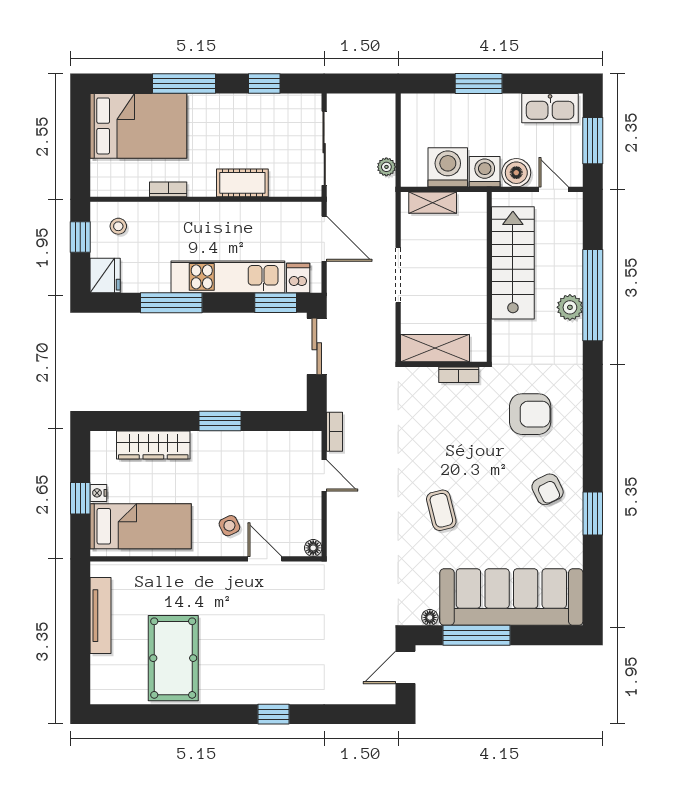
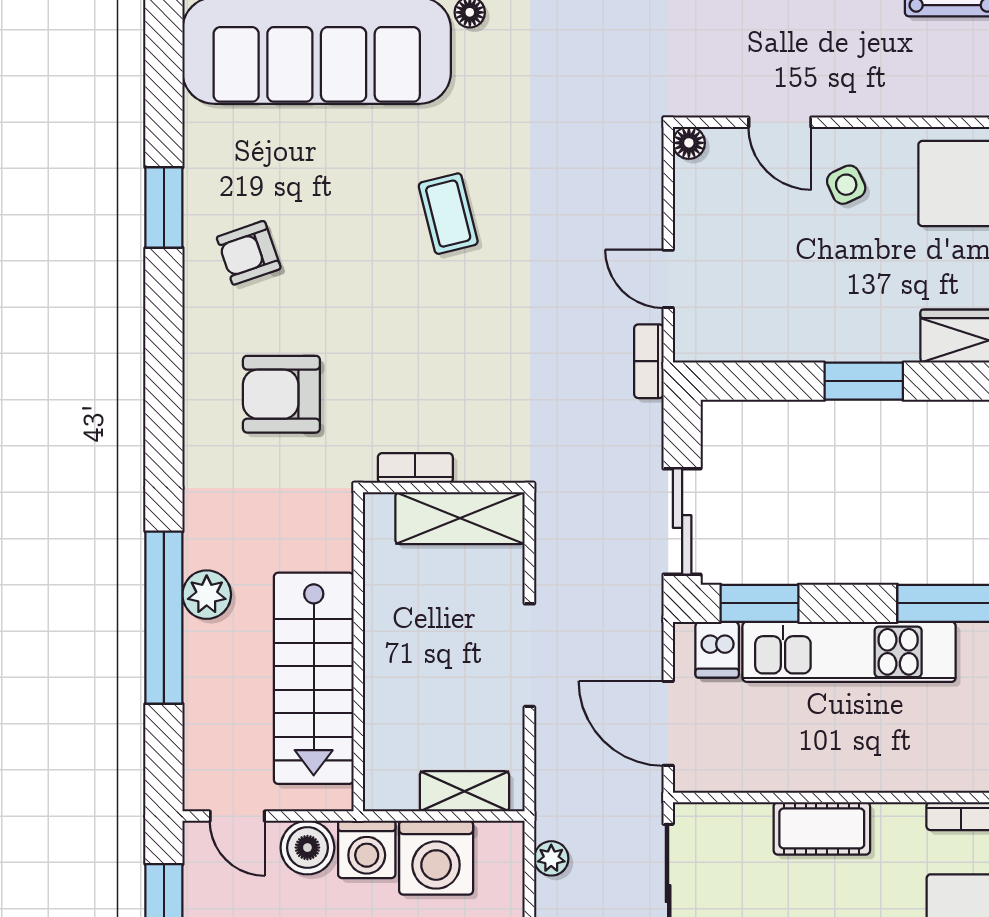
armchair: (548, 489) -> (249, 253), turned -83

